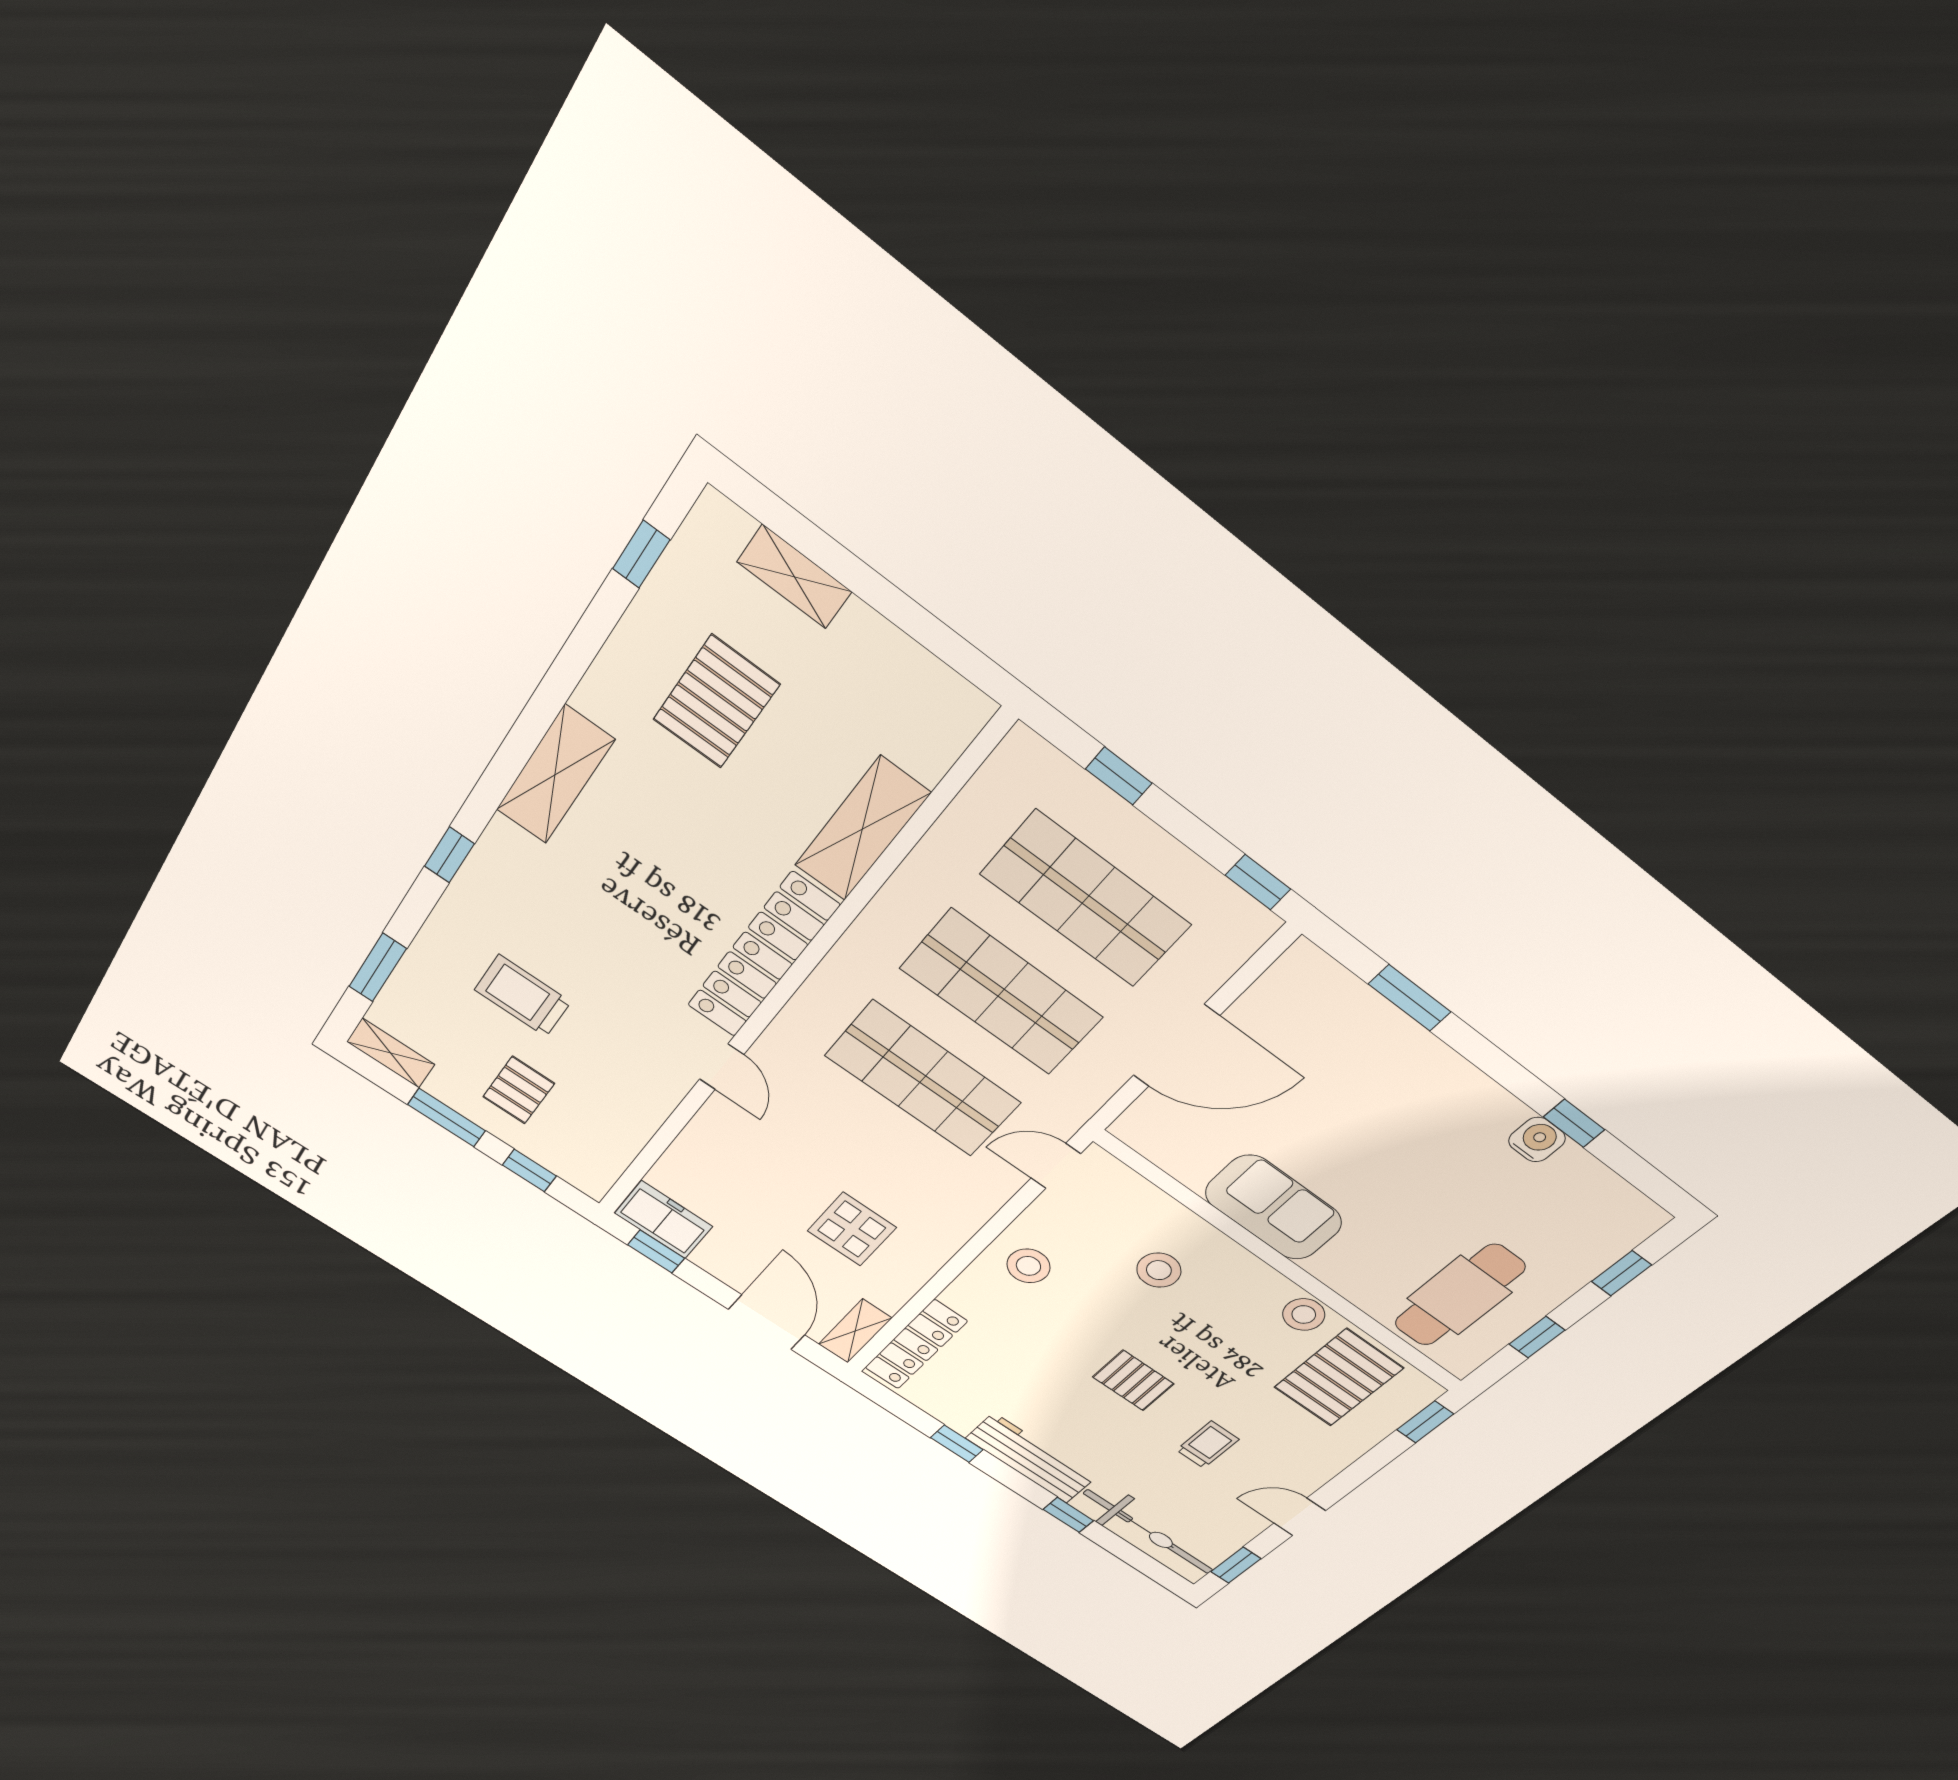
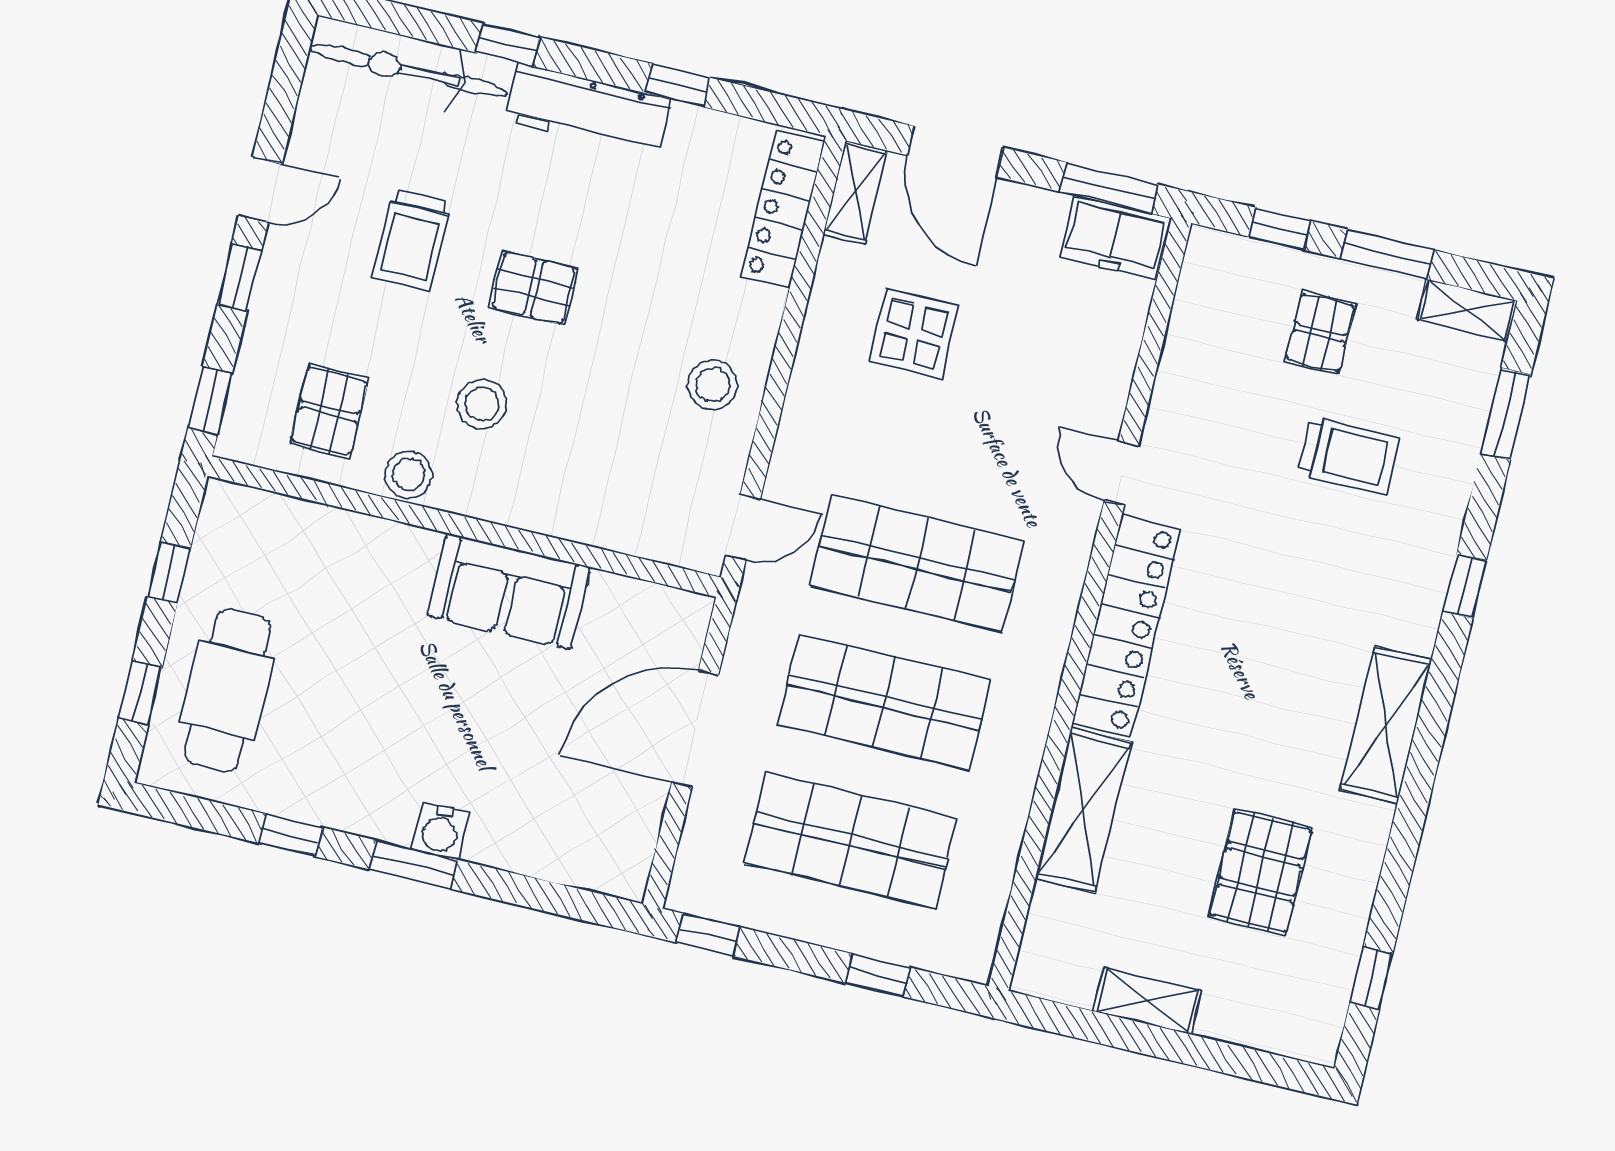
shelving: (794, 577) -> (1147, 1001), moved
window: (1410, 998) -> (413, 865), moved
water cooler: (1537, 1140) -> (440, 831), moved
window: (656, 1252) -> (1109, 188), width x1.50
stool: (1159, 1270) -> (482, 404), moved
cafe table: (1459, 1295) -> (227, 690), moved
pallet: (1339, 1378) -> (329, 411), width x0.67, depth x0.71
trolley: (1208, 1445) -> (412, 240), width x1.36, depth x1.39
window: (1236, 1565) -> (239, 277), moved

